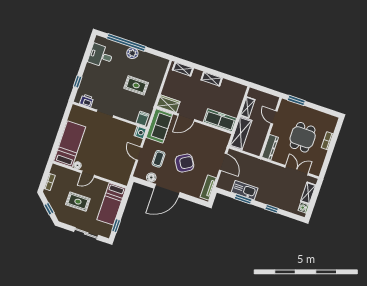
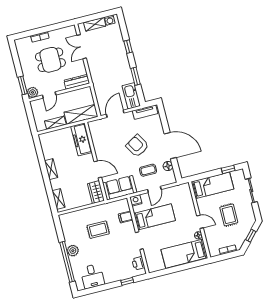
rug: (136, 85) -> (98, 230), turned 90
plant: (285, 105) -> (33, 92), added
filing cabinet: (143, 119) -> (126, 217), moved
bed: (116, 139) -> (155, 217), added
kitchen sink: (245, 190) -> (131, 96), moved

